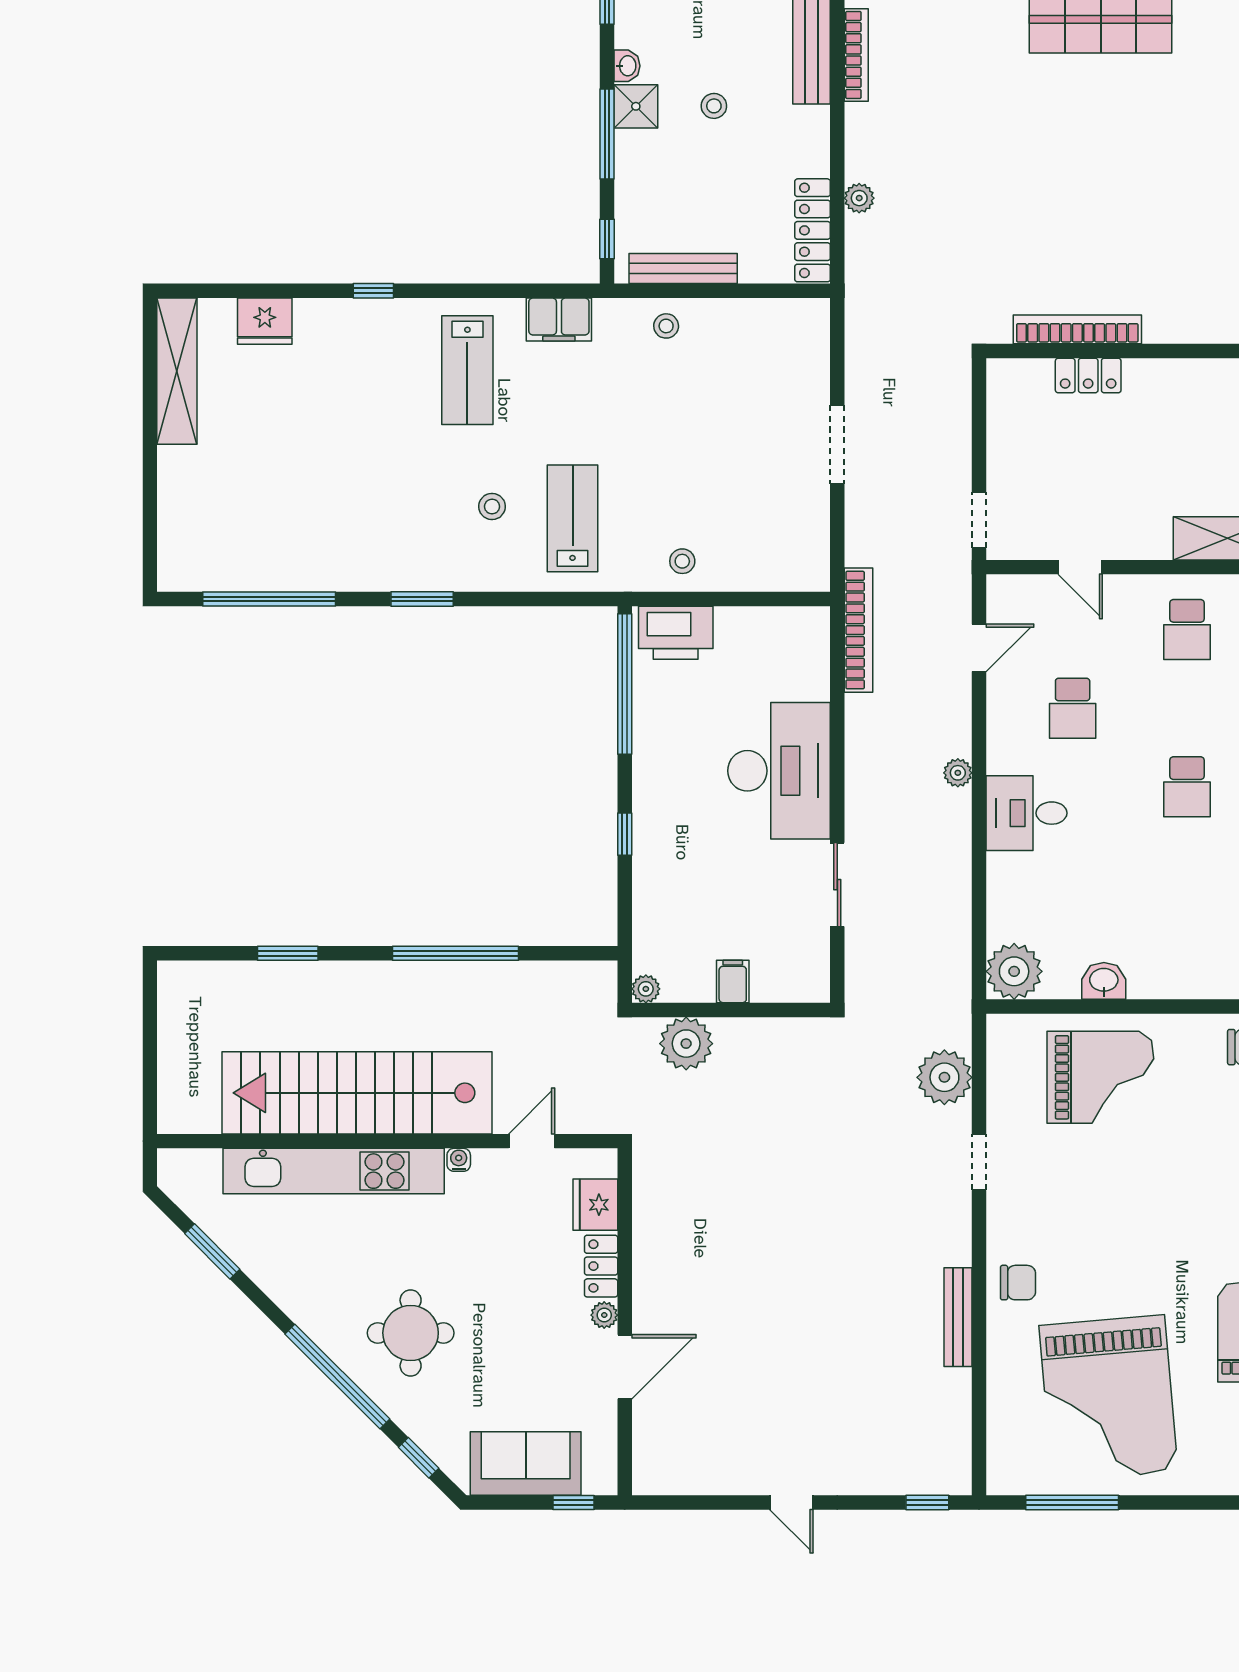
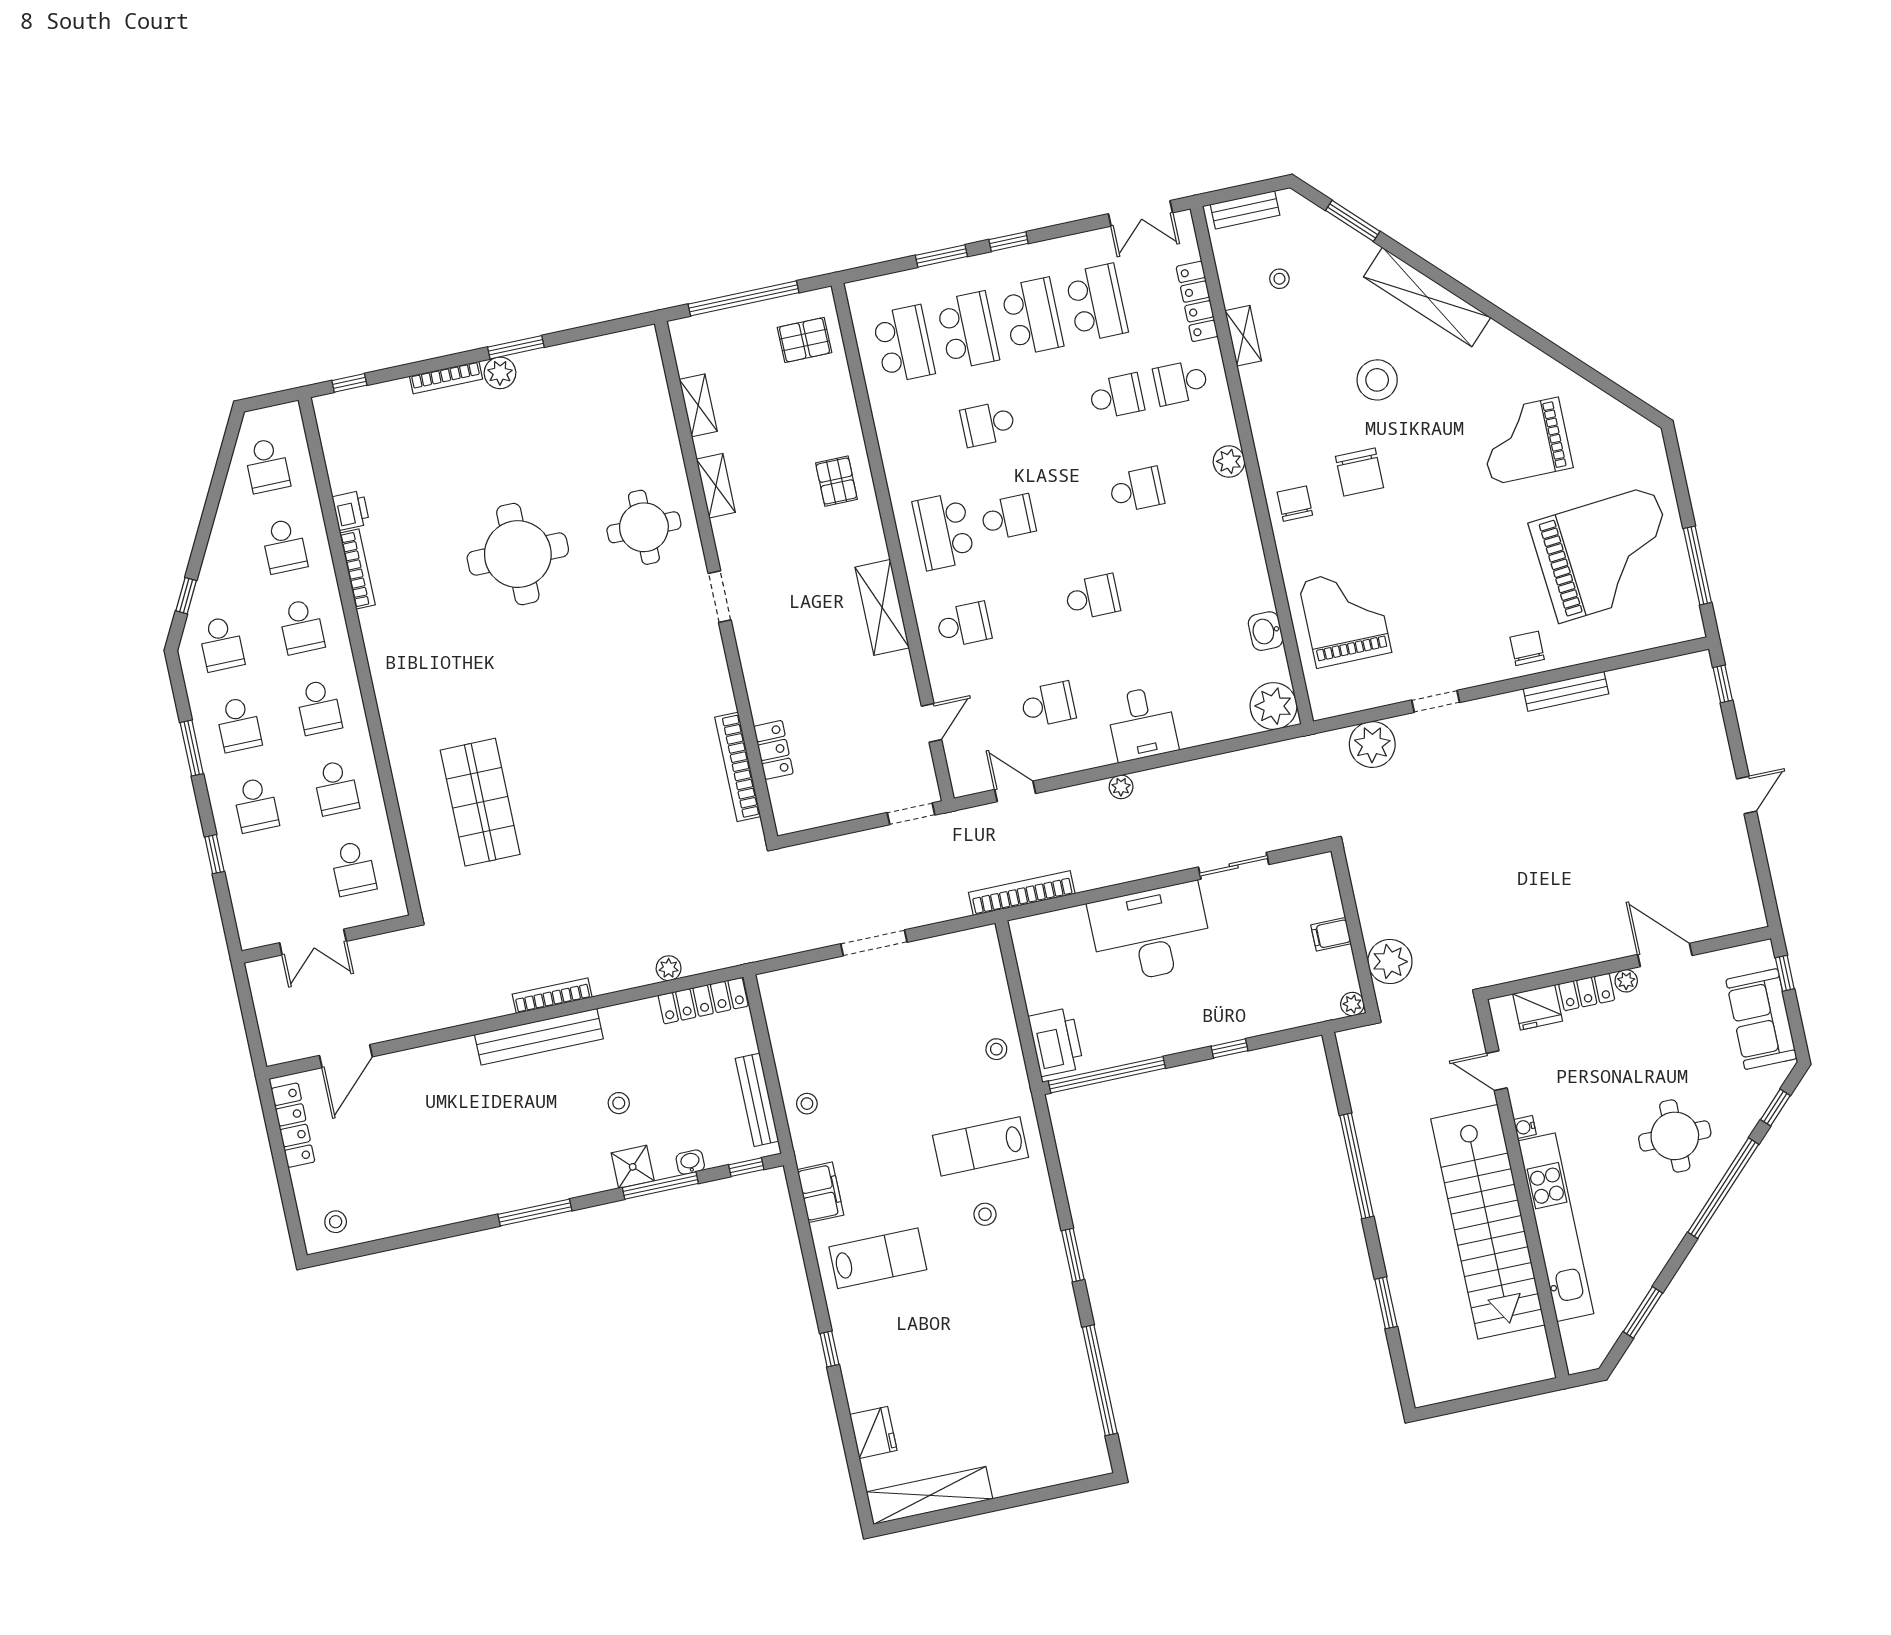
washbasin: (627, 66) -> (690, 1162), moved

